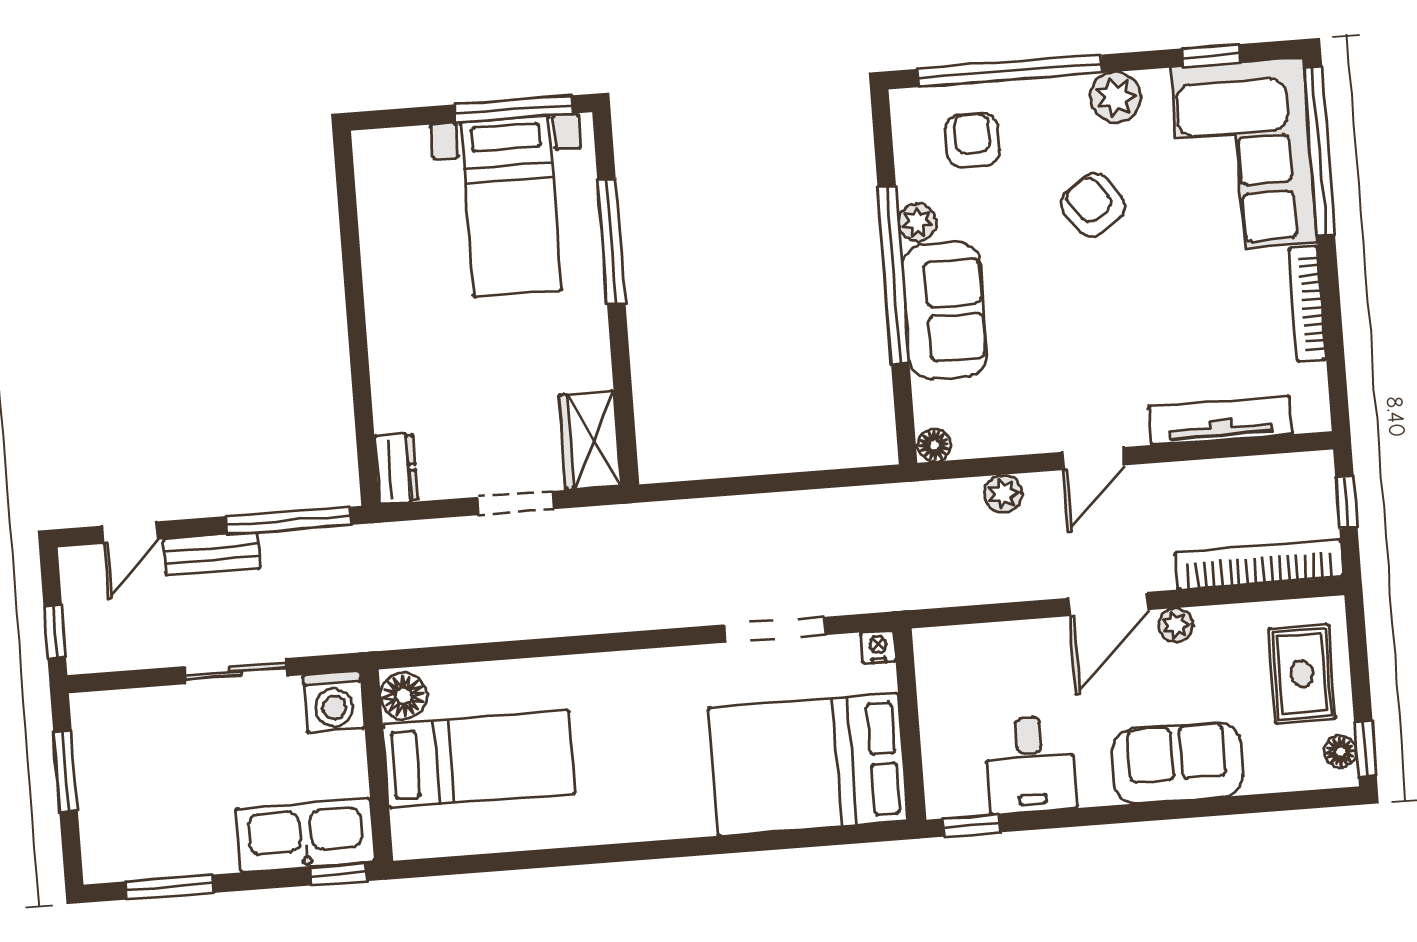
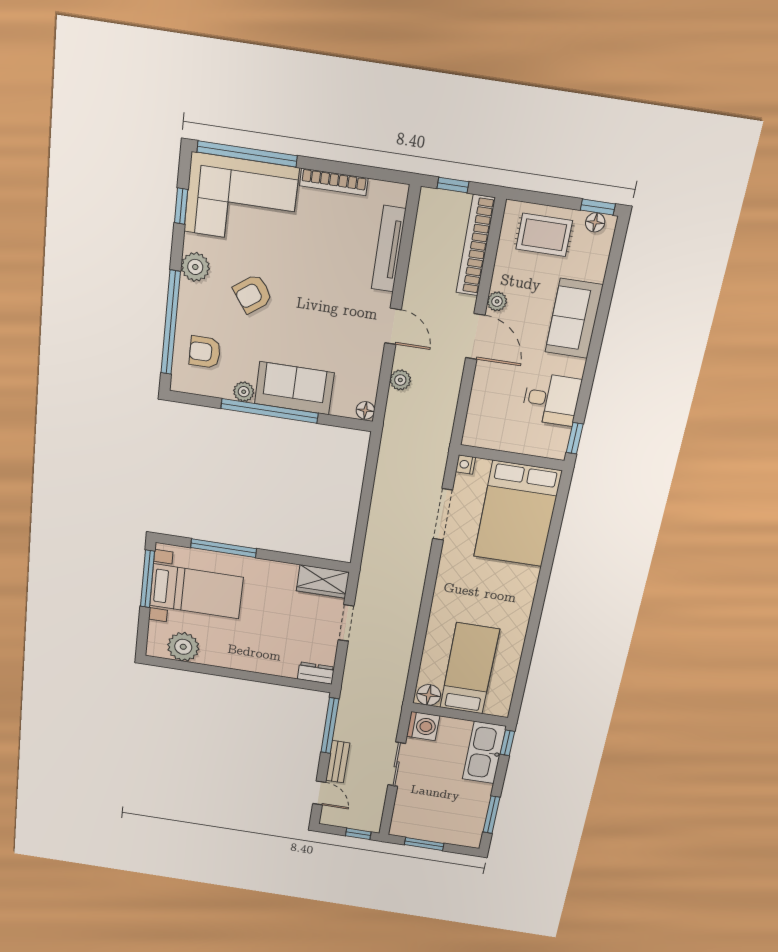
plant: (388, 202) -> (183, 647), added

